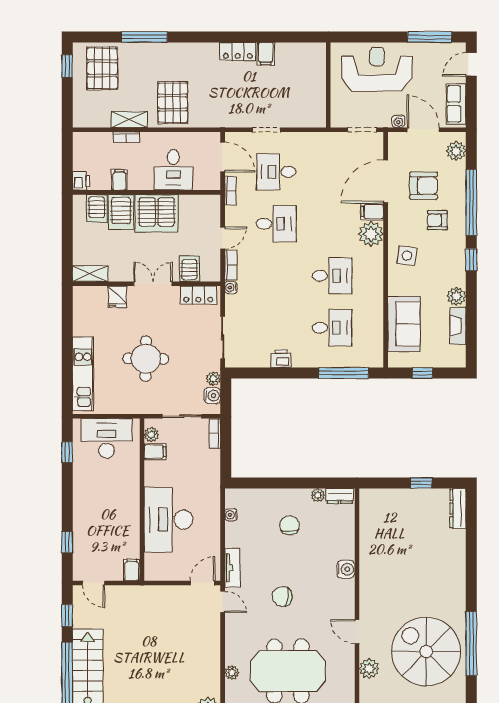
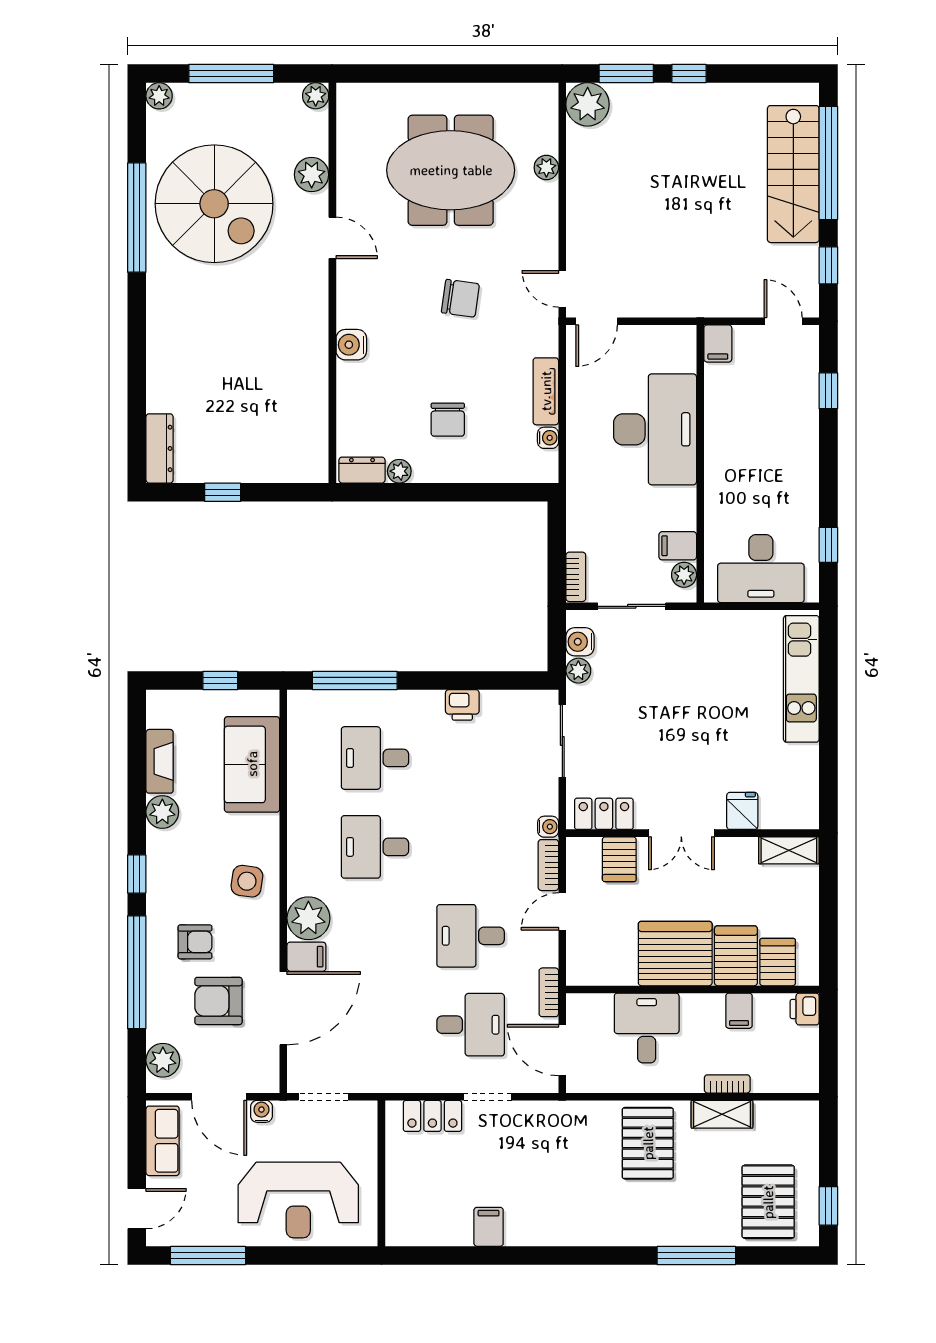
locker: (238, 51) -> (432, 1116), moved, turned 180
round table: (146, 359) -> (694, 705), removed
tv unit: (232, 568) -> (546, 391), moved

